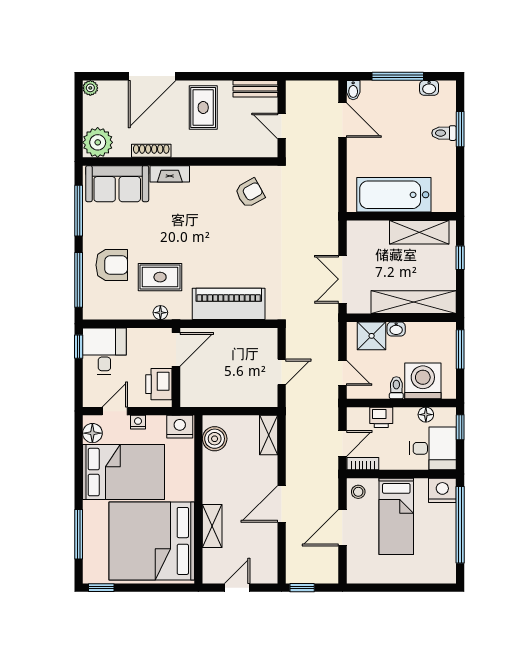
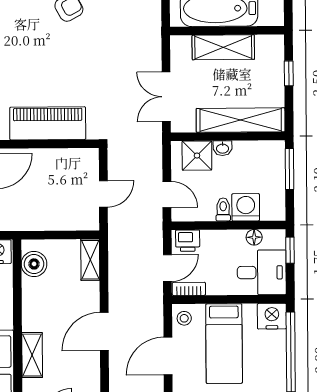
shelving: (419, 232) -> (223, 47), moved
washing machine: (423, 381) -> (246, 207), width x0.73, depth x0.73
printer: (381, 417) -> (188, 241), moved

